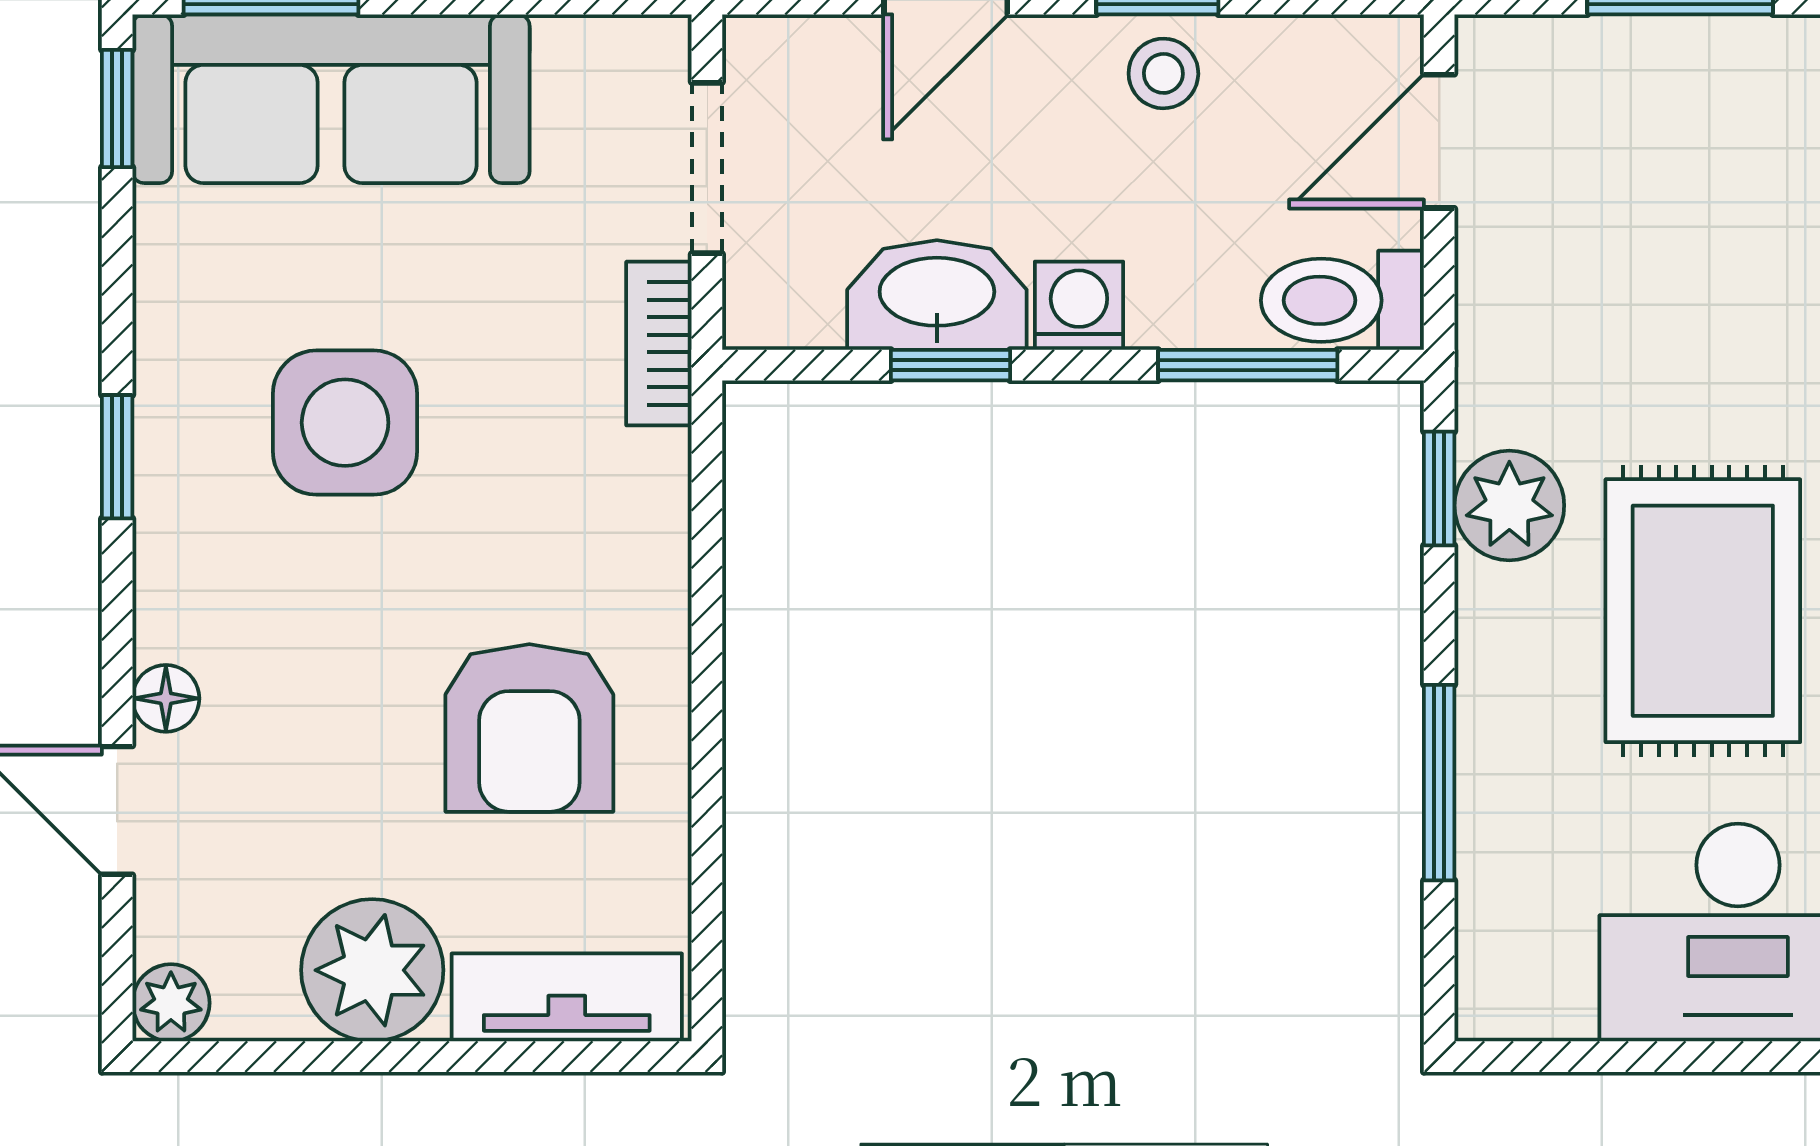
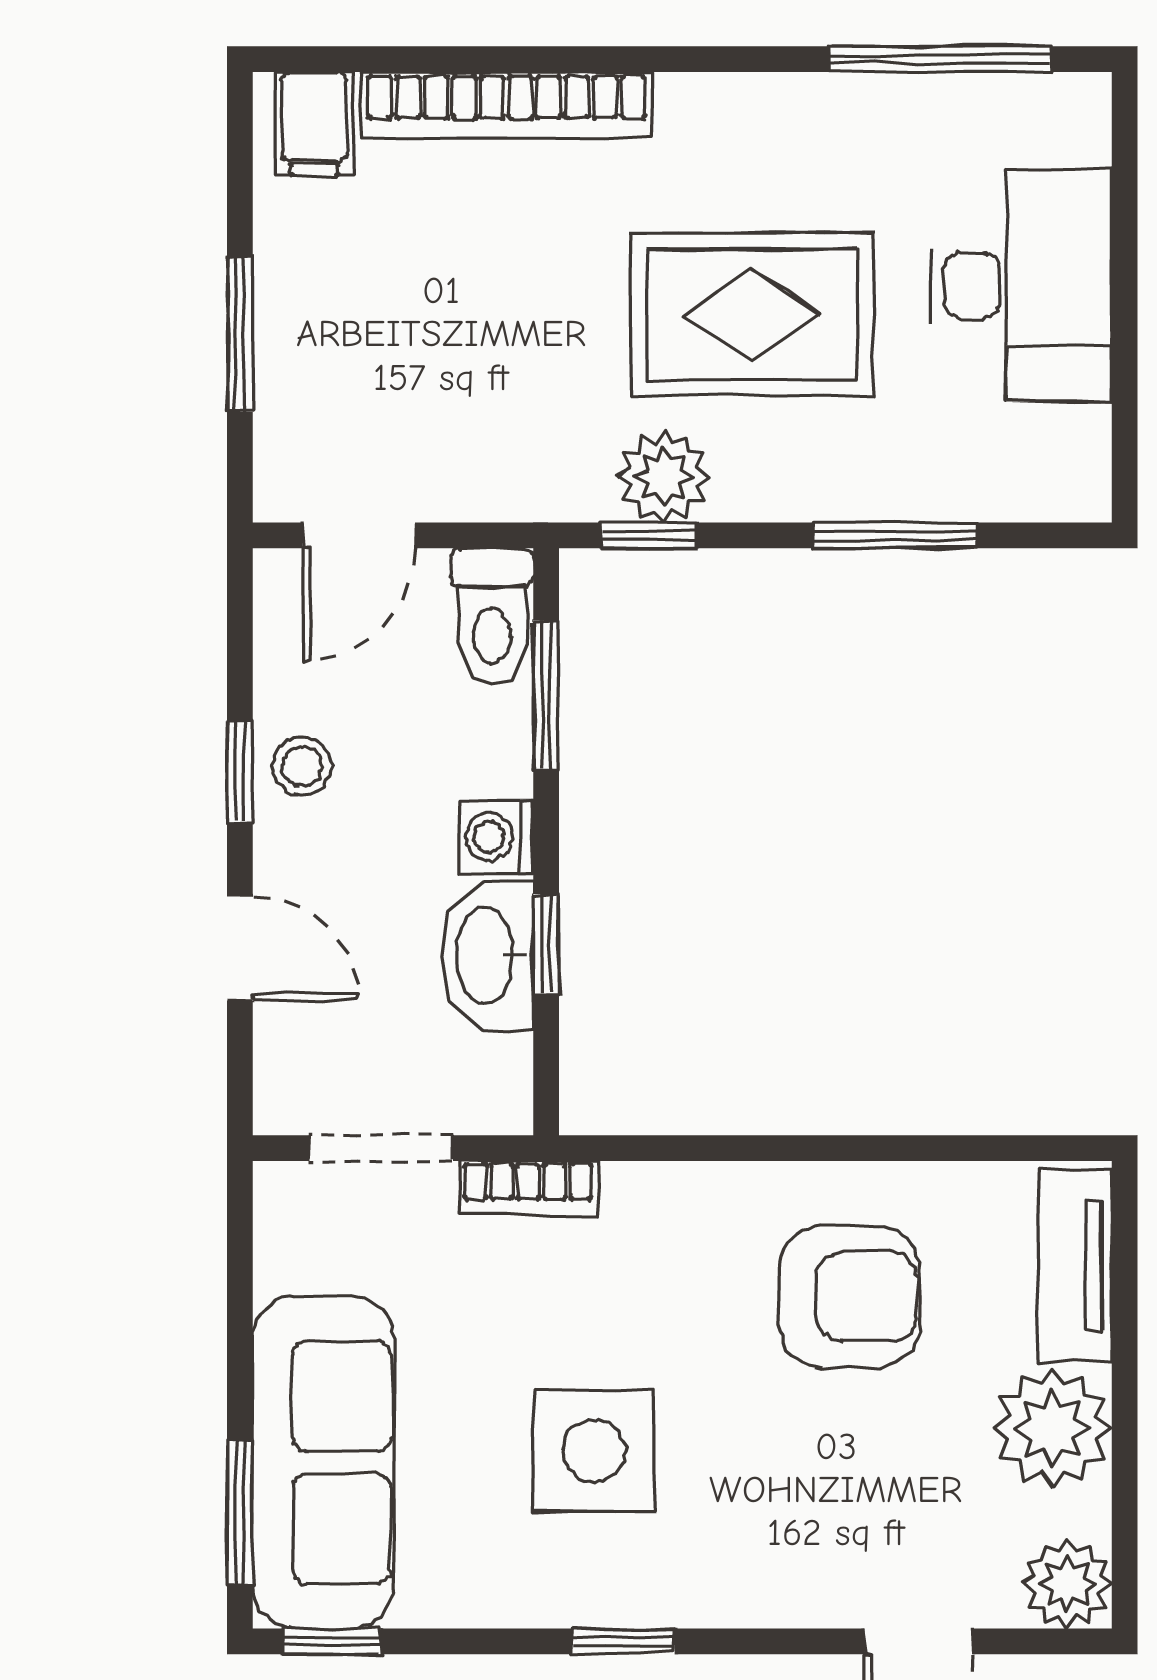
door: (1439, 141) -> (359, 535), hinge flipped
floor lamp: (166, 698) -> (825, 1601), removed
plant: (171, 1003) -> (1068, 1584), width x1.38, depth x1.38

